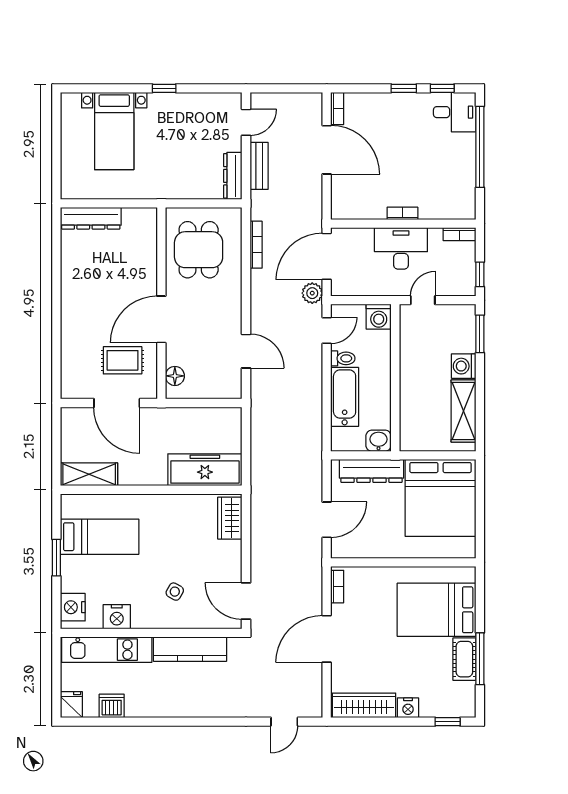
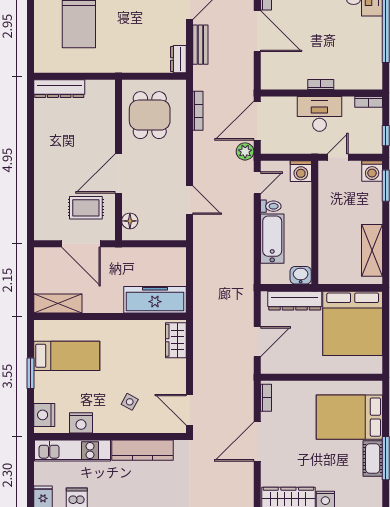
dresser: (233, 176) -> (178, 59), width x0.70
washing machine: (464, 366) -> (372, 171), moved, turned -90

